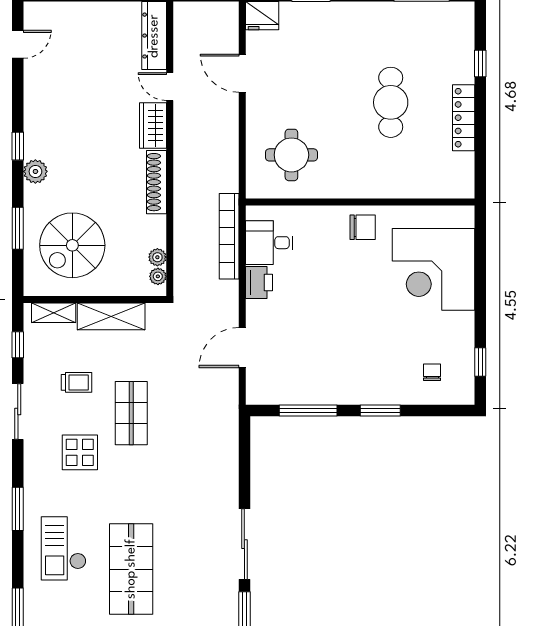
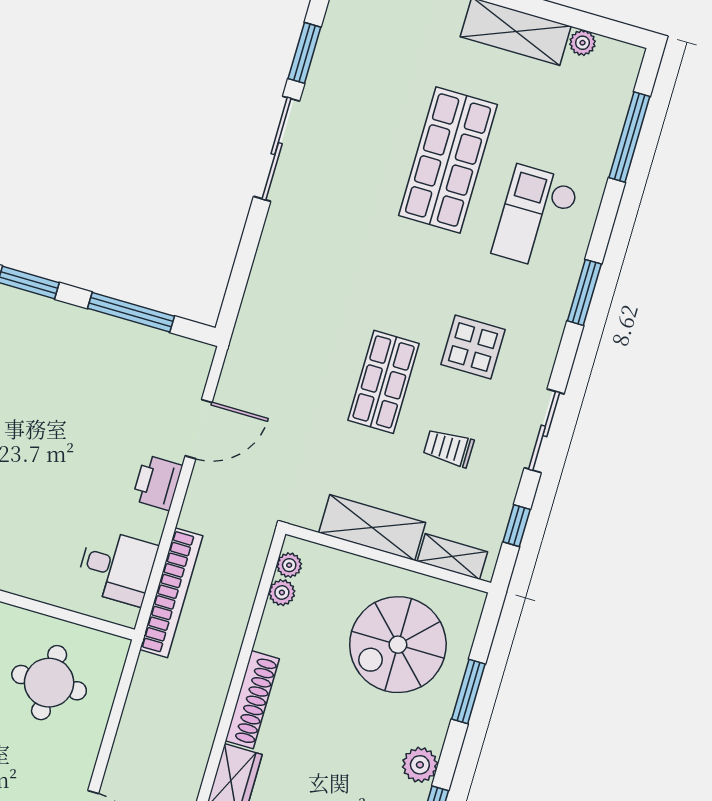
spiral stairs: (72, 245) -> (398, 645), turned 180
printer: (259, 282) -> (157, 483), moved
checkout: (64, 548) -> (536, 217), turned 180

